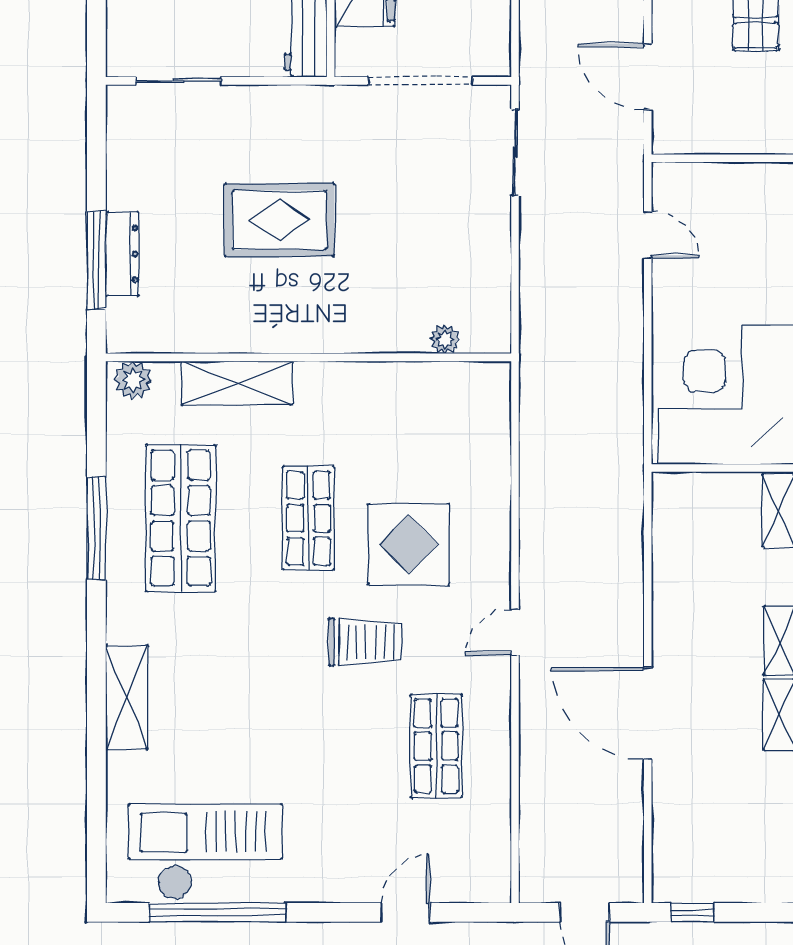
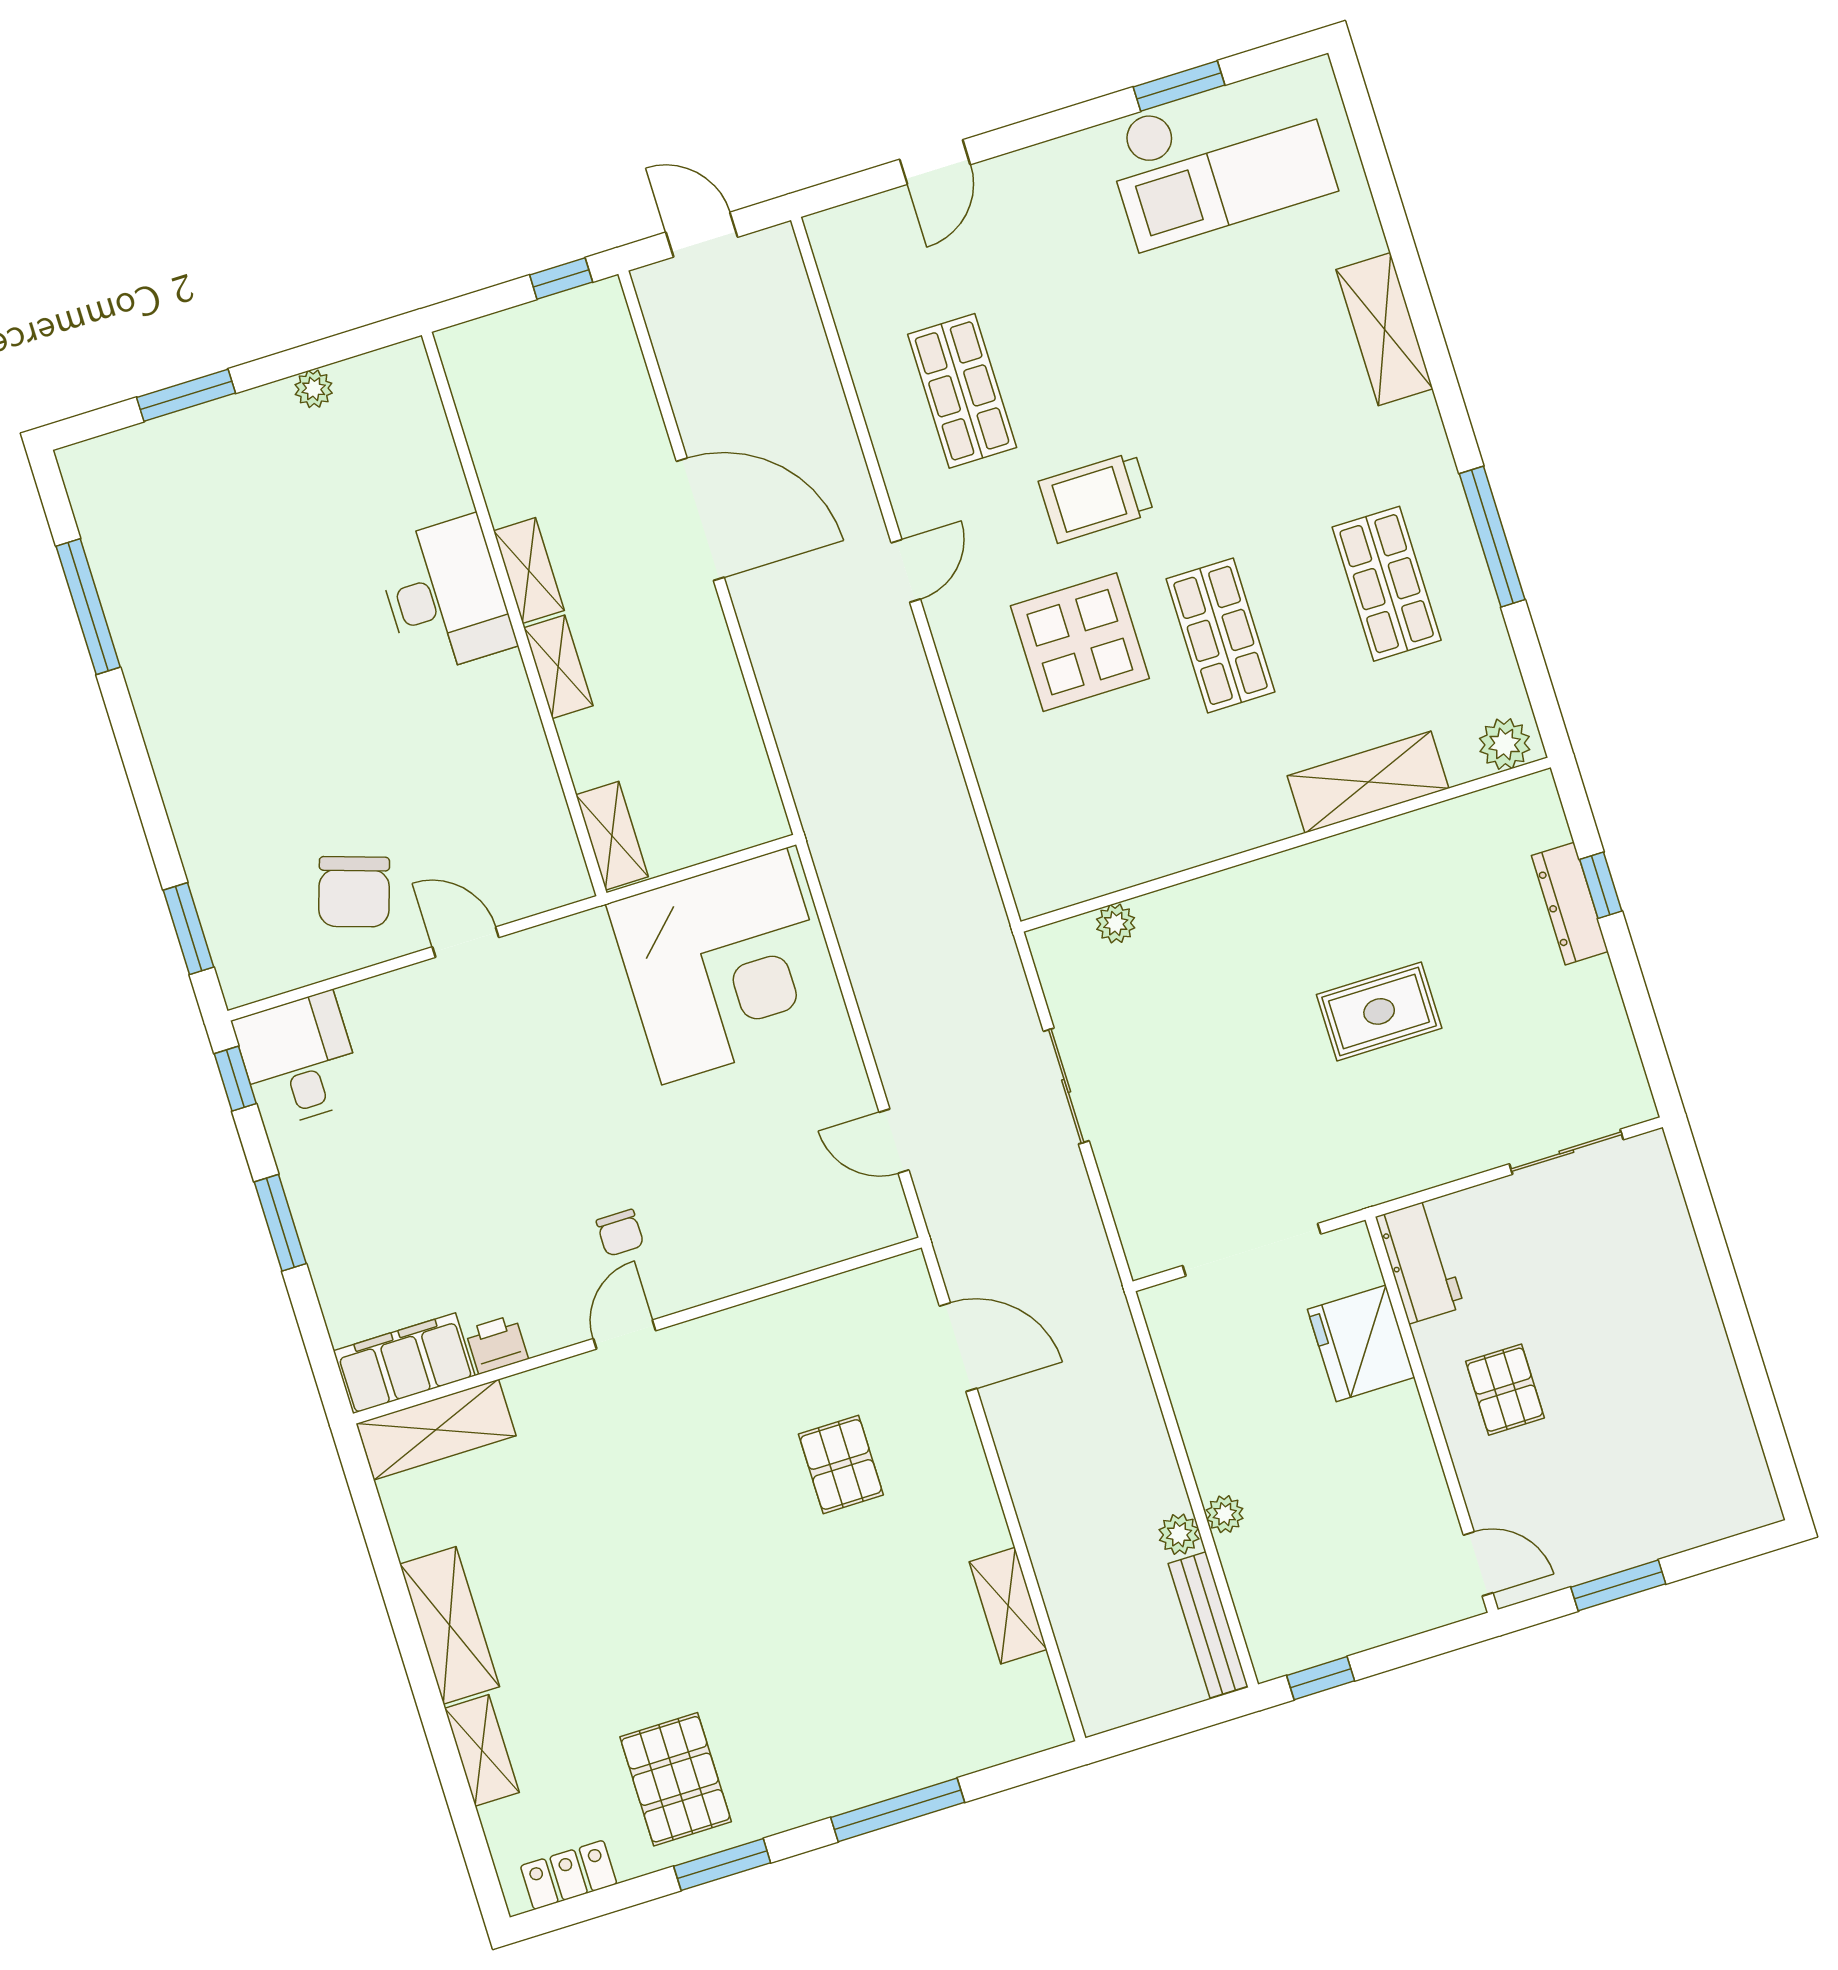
sliding door: (515, 153) -> (1066, 1086), moved
rug: (279, 220) -> (1379, 1011), width x0.73, depth x0.70
window: (96, 260) -> (1601, 885), width x0.46
shop shelf: (181, 518) -> (1387, 584), width x0.70, depth x0.74
window: (218, 912) -> (1179, 86), width x0.47

